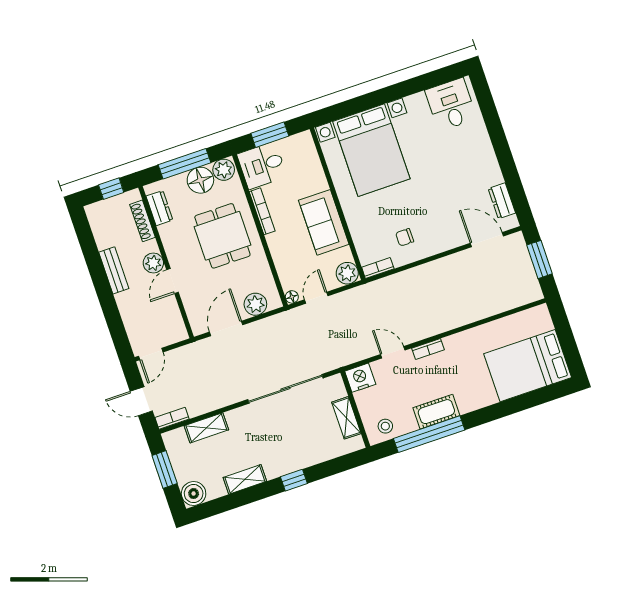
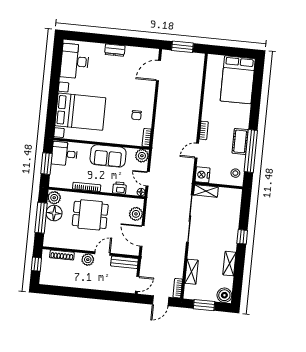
desk: (451, 104) -> (75, 61), width x1.37
desk: (262, 165) -> (64, 154), moved, turned 90
dresser: (502, 201) -> (115, 50), moved
dresser: (160, 208) -> (59, 242), removed
printer: (283, 261) -> (119, 188), added
bench: (114, 270) -> (124, 262), moved
door: (173, 281) -> (102, 254), swing flipped
door: (151, 354) -> (137, 284), hinge flipped
shelving: (346, 418) -> (206, 191), moved

